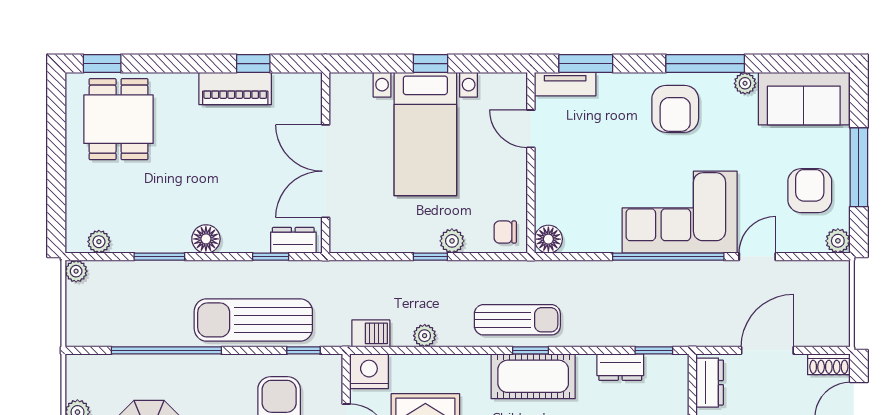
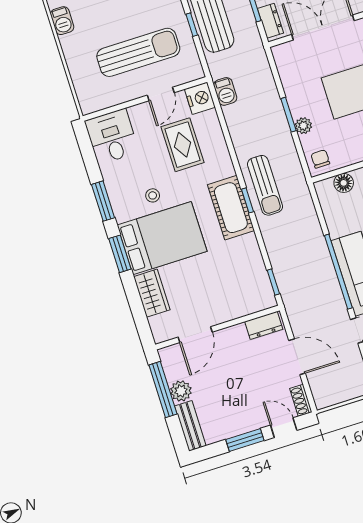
floor lamp: (548, 239) -> (344, 183), moved
window: (430, 257) -> (288, 115), width x1.50
plant: (425, 336) -> (235, 127), removed
window: (303, 350) -> (192, 25), moved
dresser: (620, 367) -> (255, 263), removed

